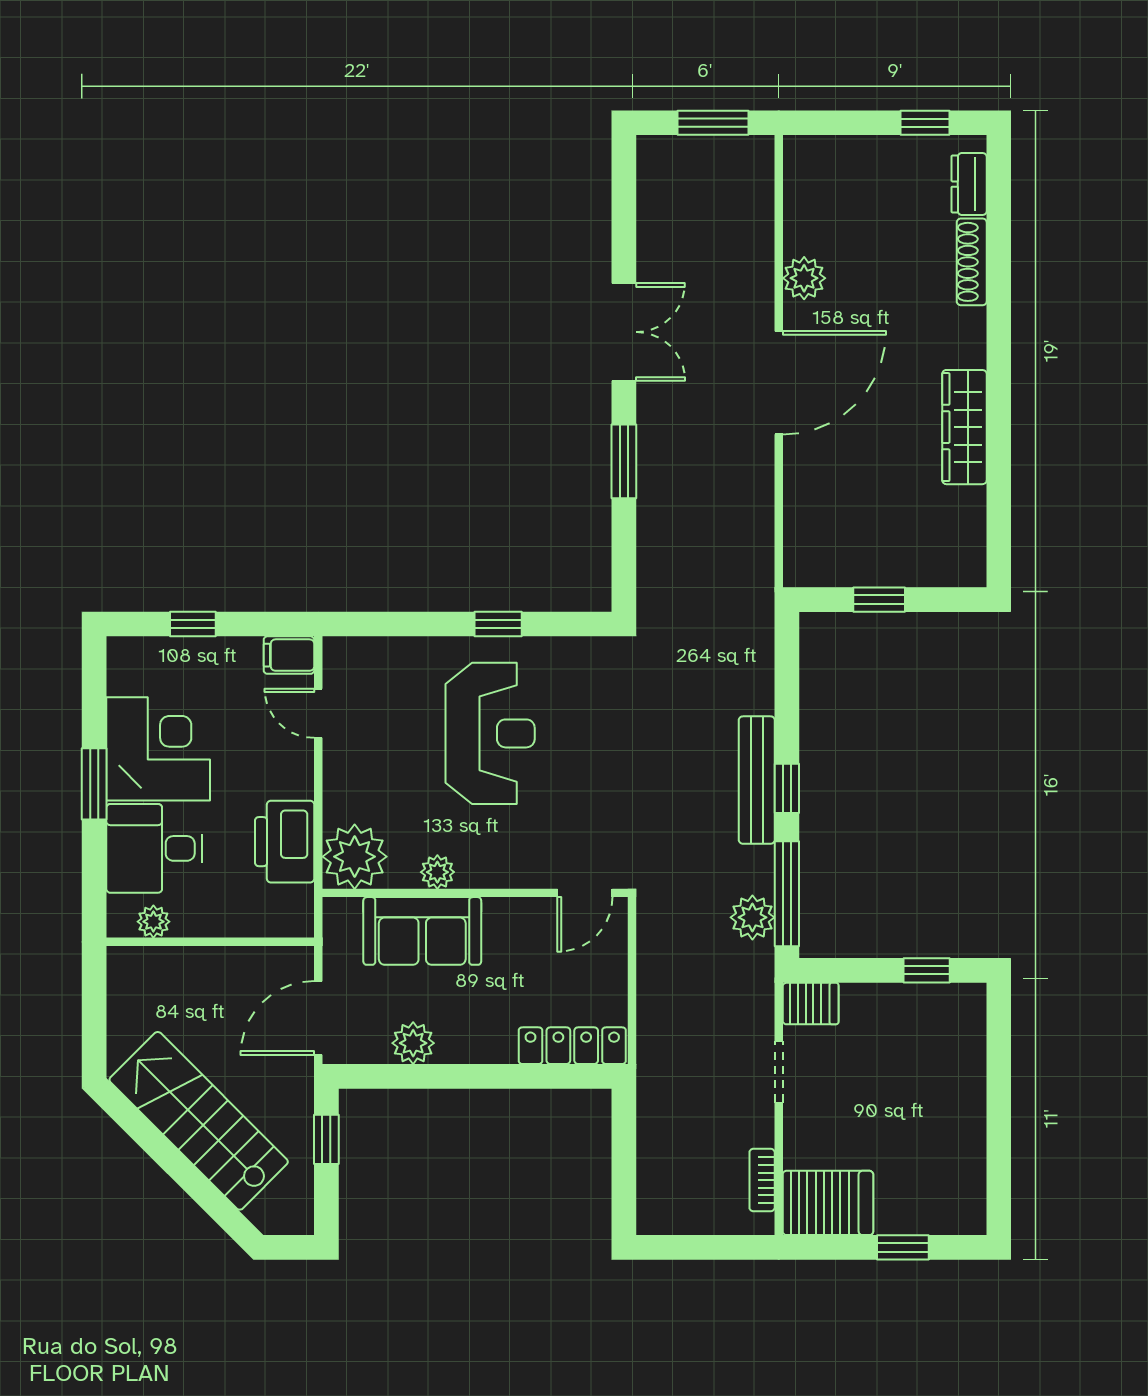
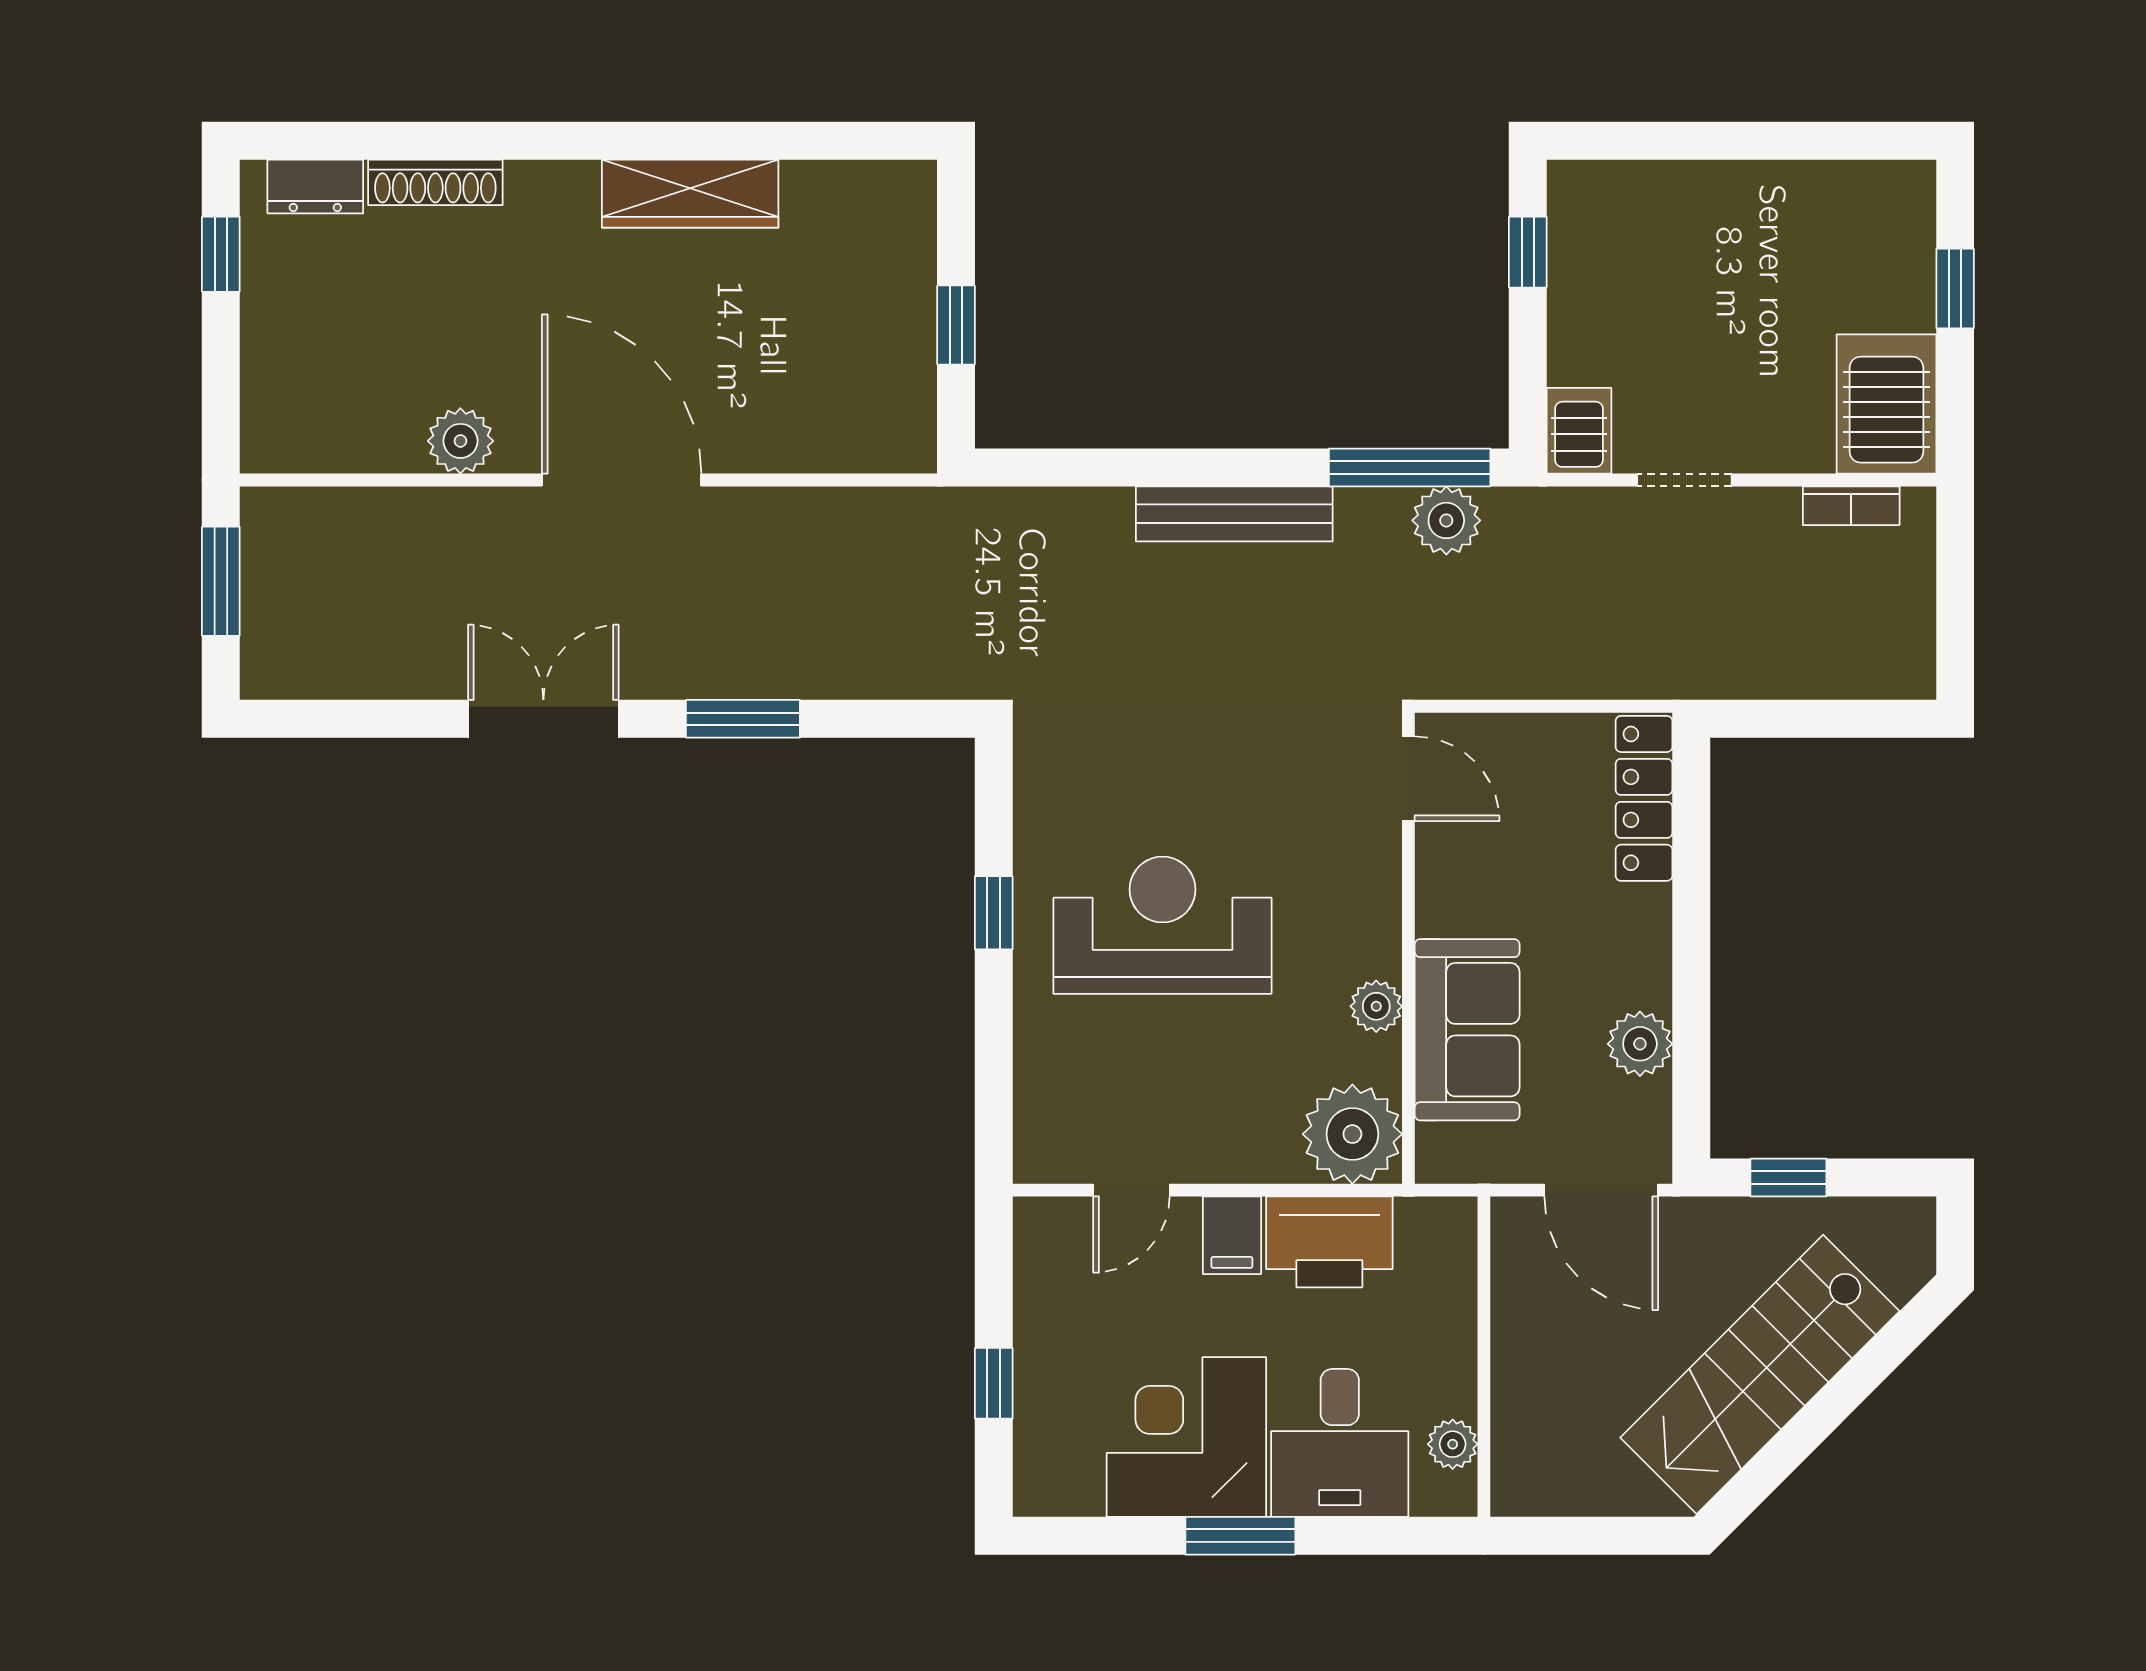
filing cabinet: (289, 655) -> (1232, 1235), moved
window: (787, 788) -> (1247, 467), removed

